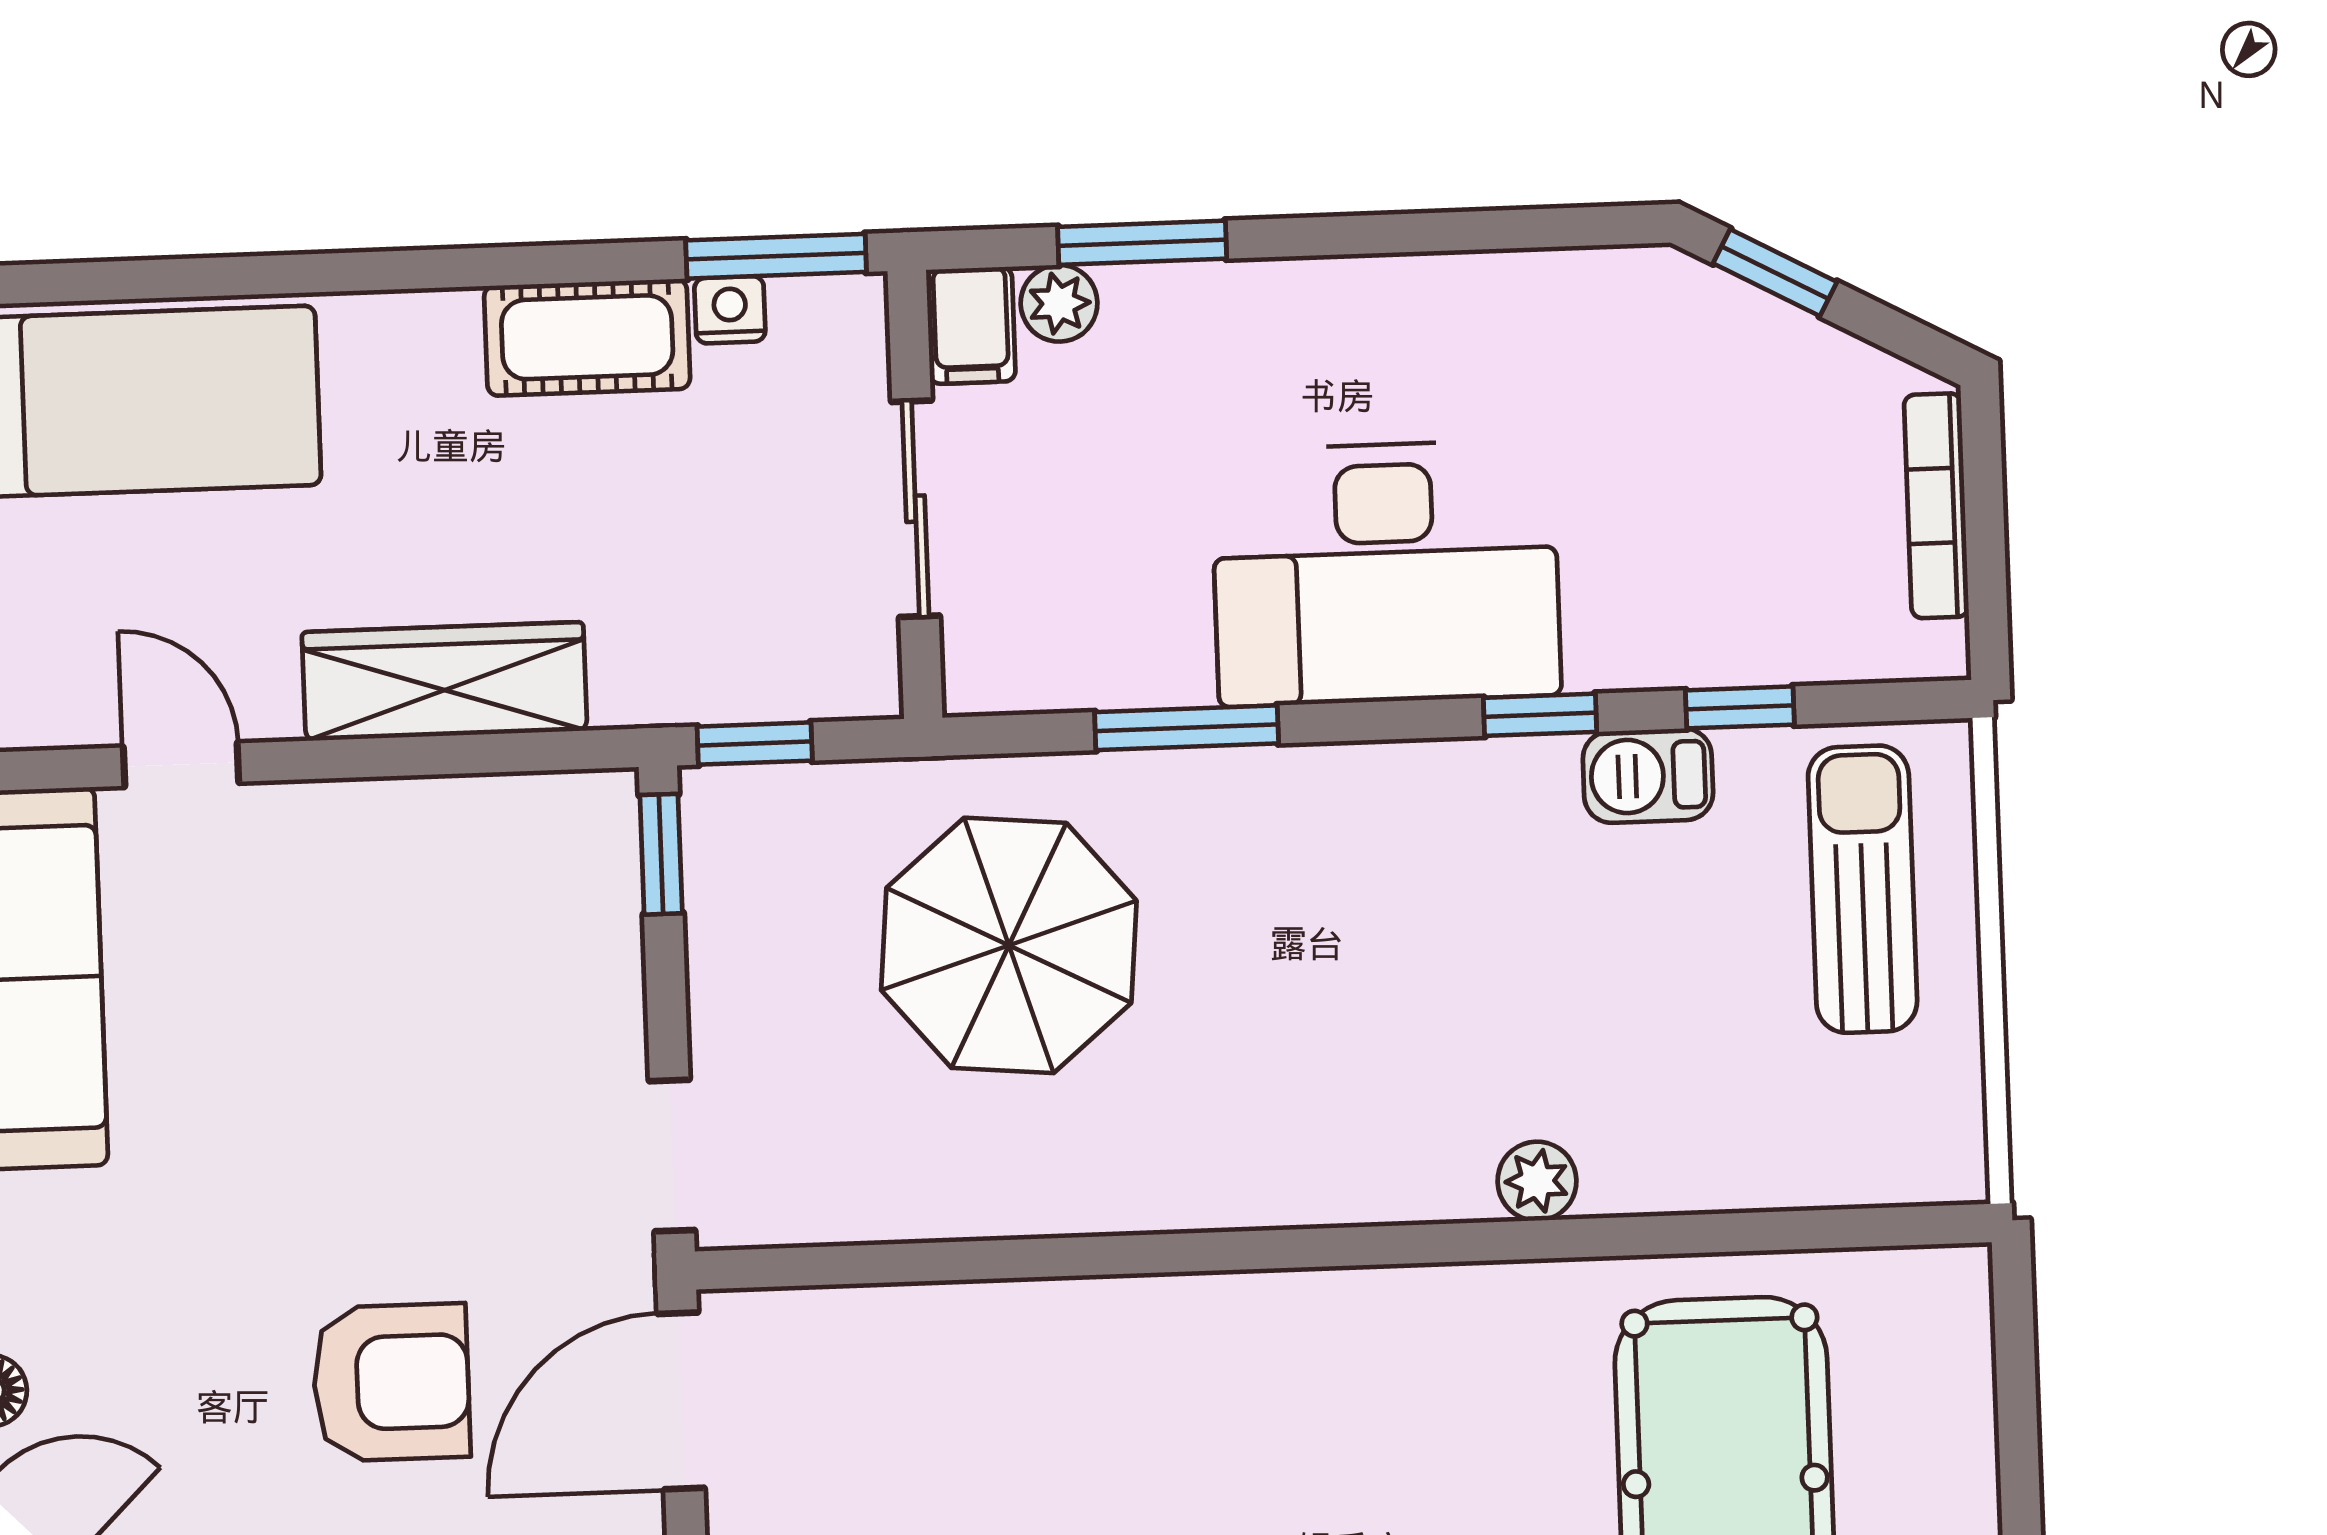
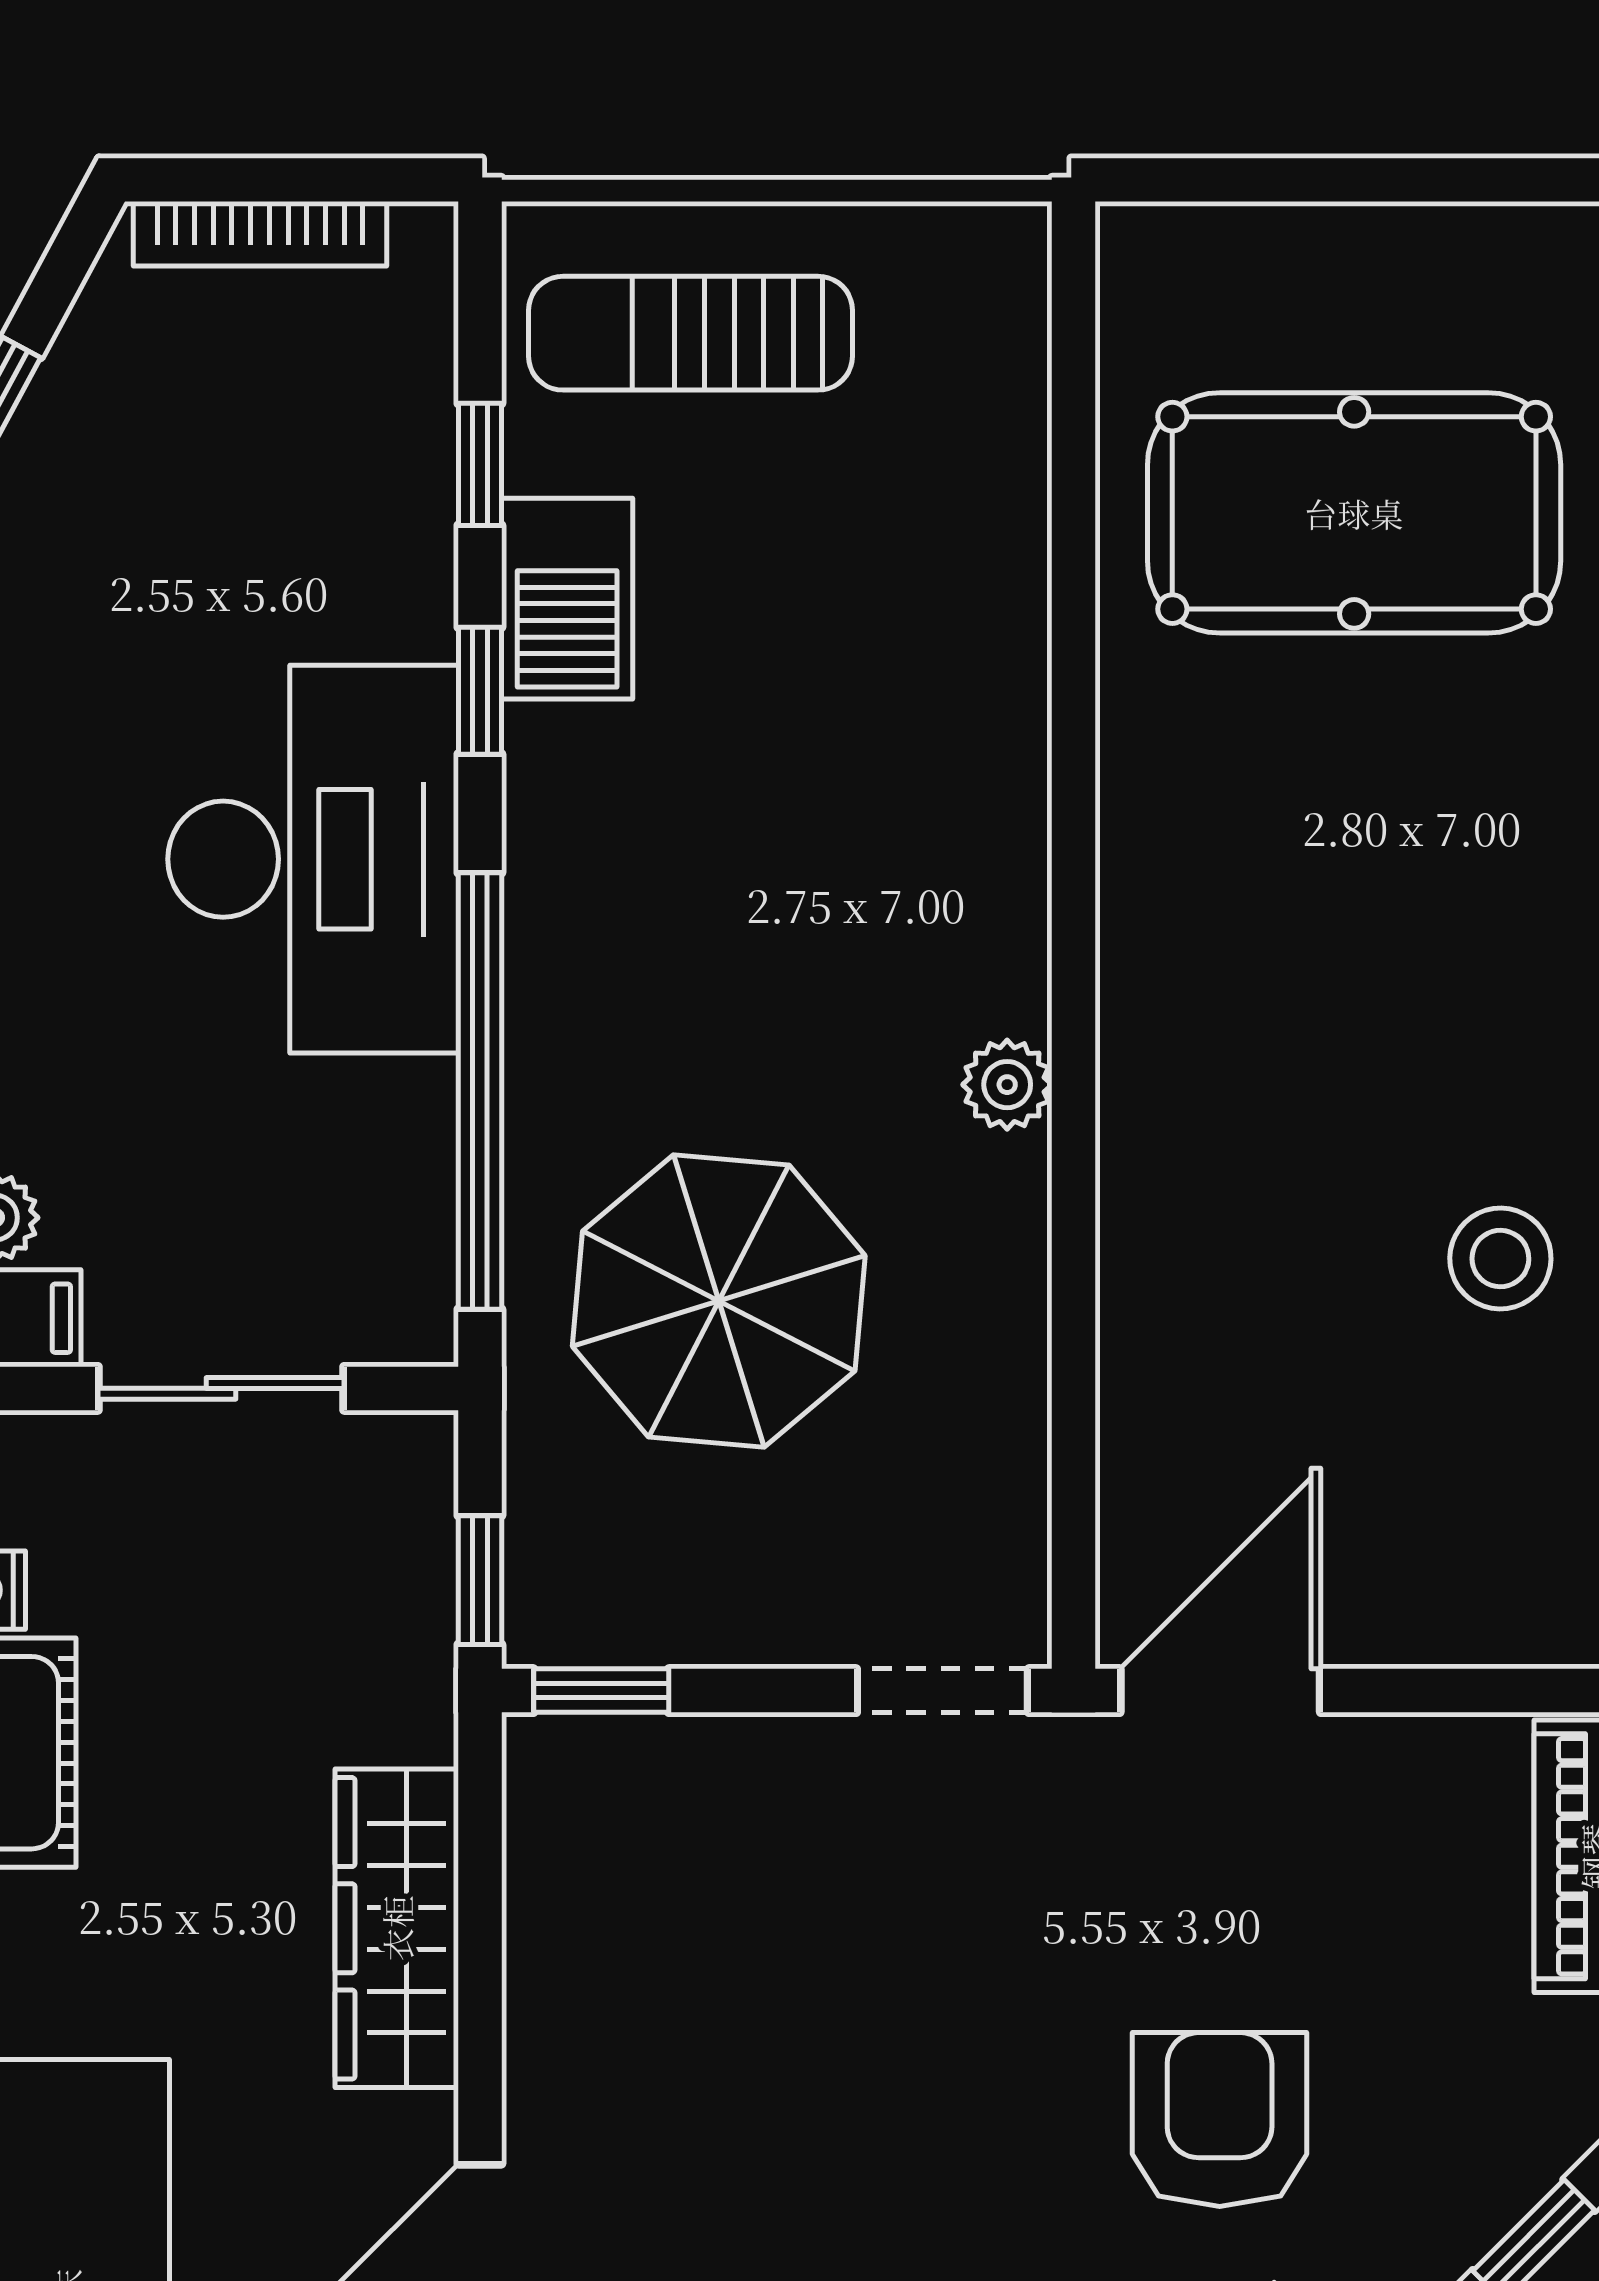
window: (1187, 728) -> (480, 1091), width x2.11
barbecue: (1648, 776) -> (567, 599), width x1.38, depth x1.27
plant: (1537, 1181) -> (1007, 1085), moved
armchair: (391, 1382) -> (1220, 2120), moved
door: (681, 1401) -> (1220, 1691), swing flipped

